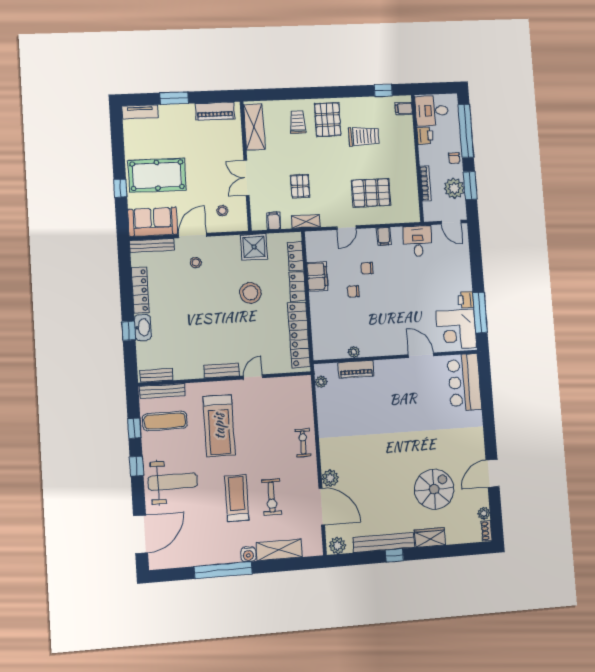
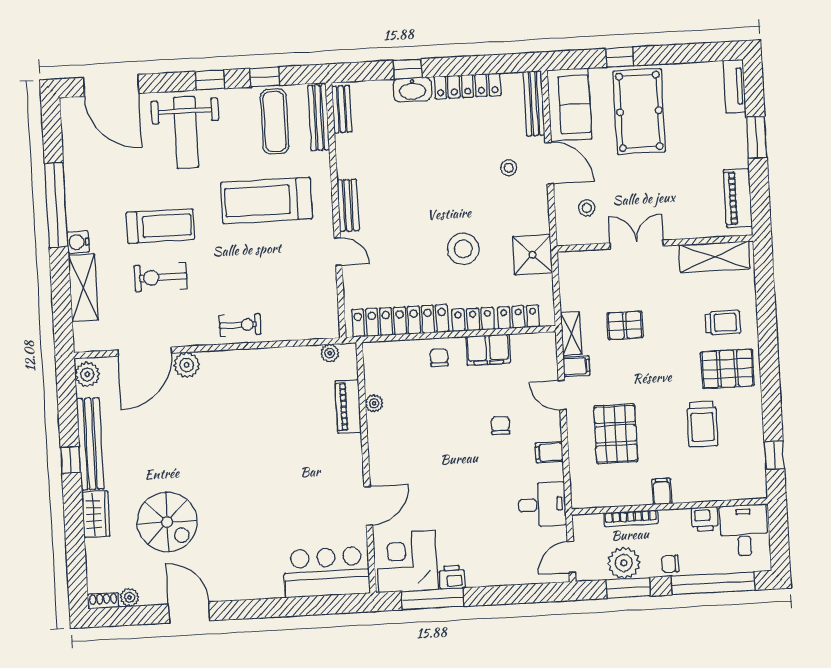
filing cabinet: (404, 108) -> (662, 491), moved
filing cabinet: (274, 221) -> (576, 366), moved
chair: (353, 291) -> (439, 358), moved

